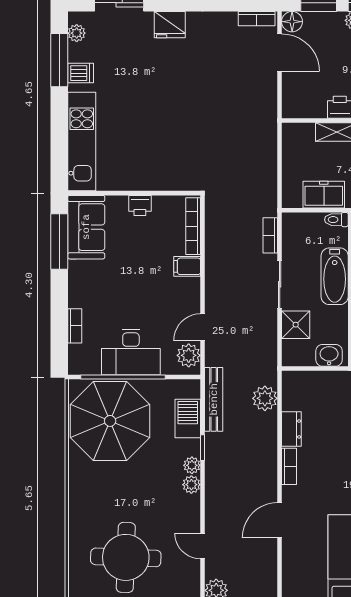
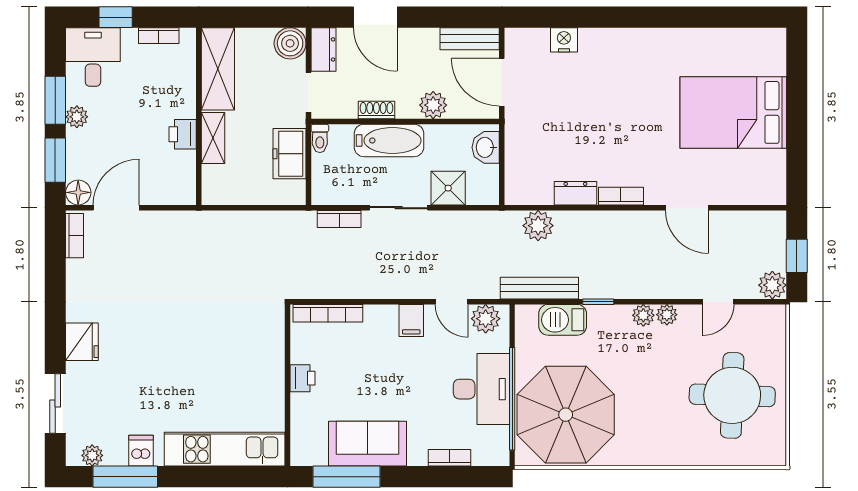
sofa: (86, 227) -> (368, 444), moved
filing cabinet: (187, 266) -> (411, 320), moved
plant: (192, 465) -> (667, 315), moved

